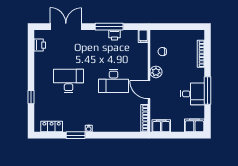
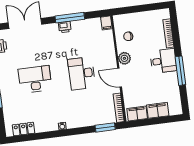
printer: (114, 35) -> (65, 27), moved
desk: (114, 81) -> (82, 73), turned 90
desk: (193, 94) -> (163, 61), moved
filing cabinet: (194, 125) -> (158, 110), moved
window: (76, 135) -> (105, 127), moved

